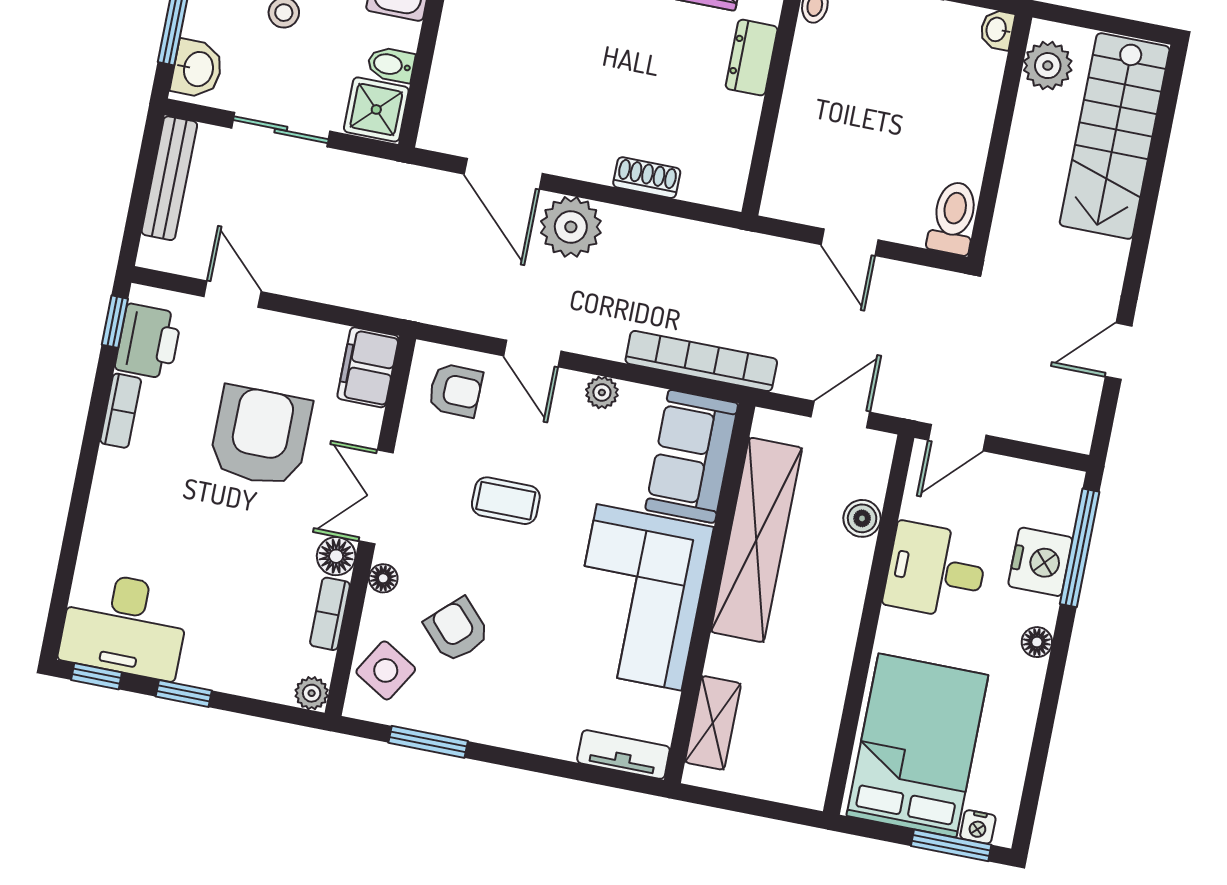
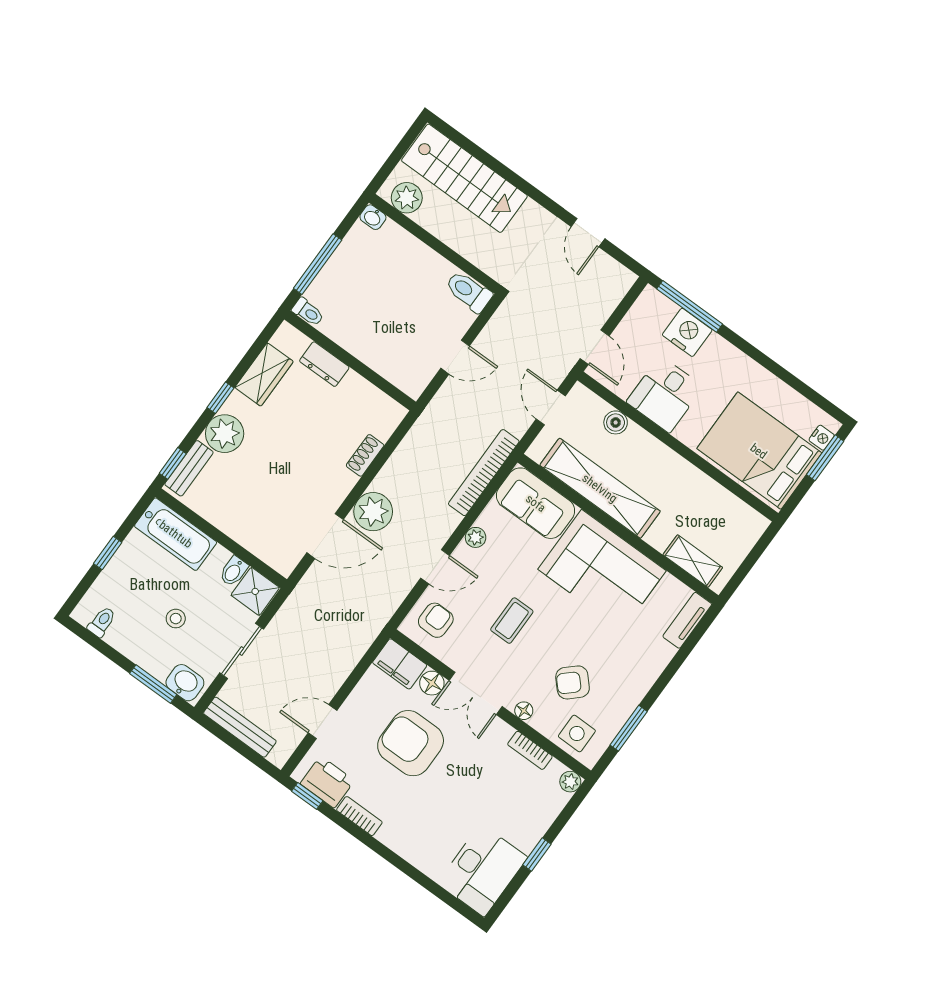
floor lamp: (336, 556) -> (432, 683), moved
floor lamp: (1037, 642) -> (732, 356), removed
side table: (386, 670) -> (577, 733), turned -31
window: (96, 676) -> (504, 900), removed

